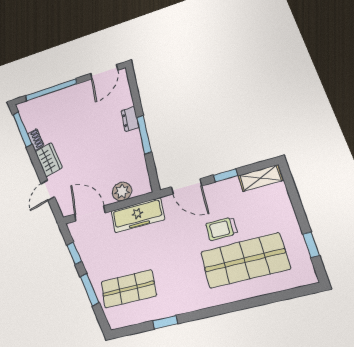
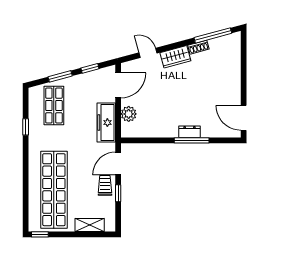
window: (51, 90) -> (244, 67), removed
window: (144, 134) -> (192, 140), moved
shelving: (260, 178) -> (90, 225), moved, turned 90
trolley: (221, 229) -> (105, 185), moved
window: (311, 245) -> (40, 234), moved
shop shelf: (245, 260) -> (54, 190), width x1.40

